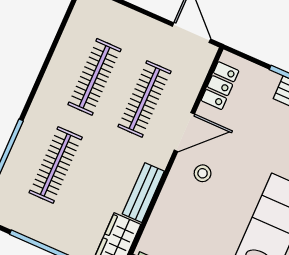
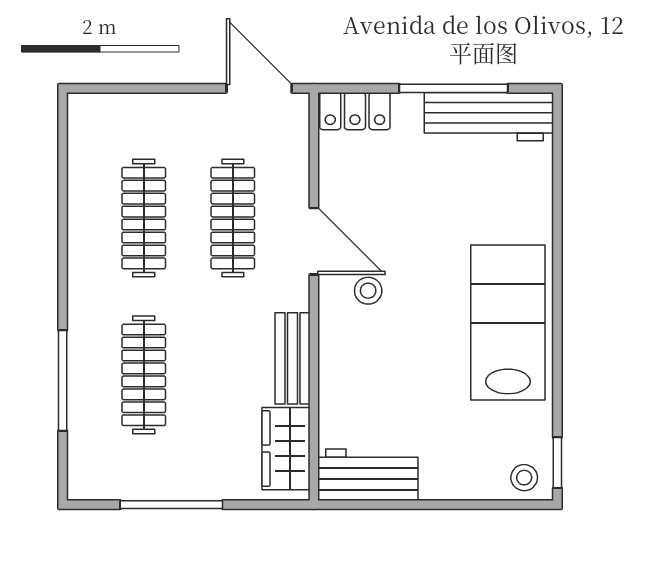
locker: (220, 86) -> (355, 111), moved, turned 90
door: (184, 132) -> (314, 241), hinge flipped

